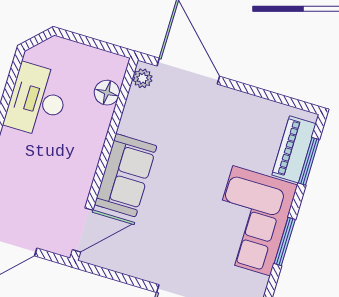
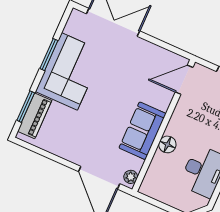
floor lamp: (107, 93) -> (167, 144), moved
sofa: (126, 175) -> (142, 131), moved

